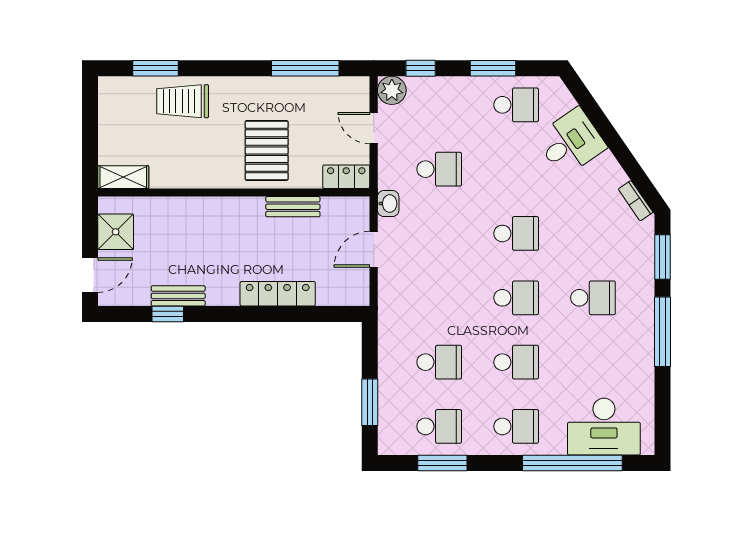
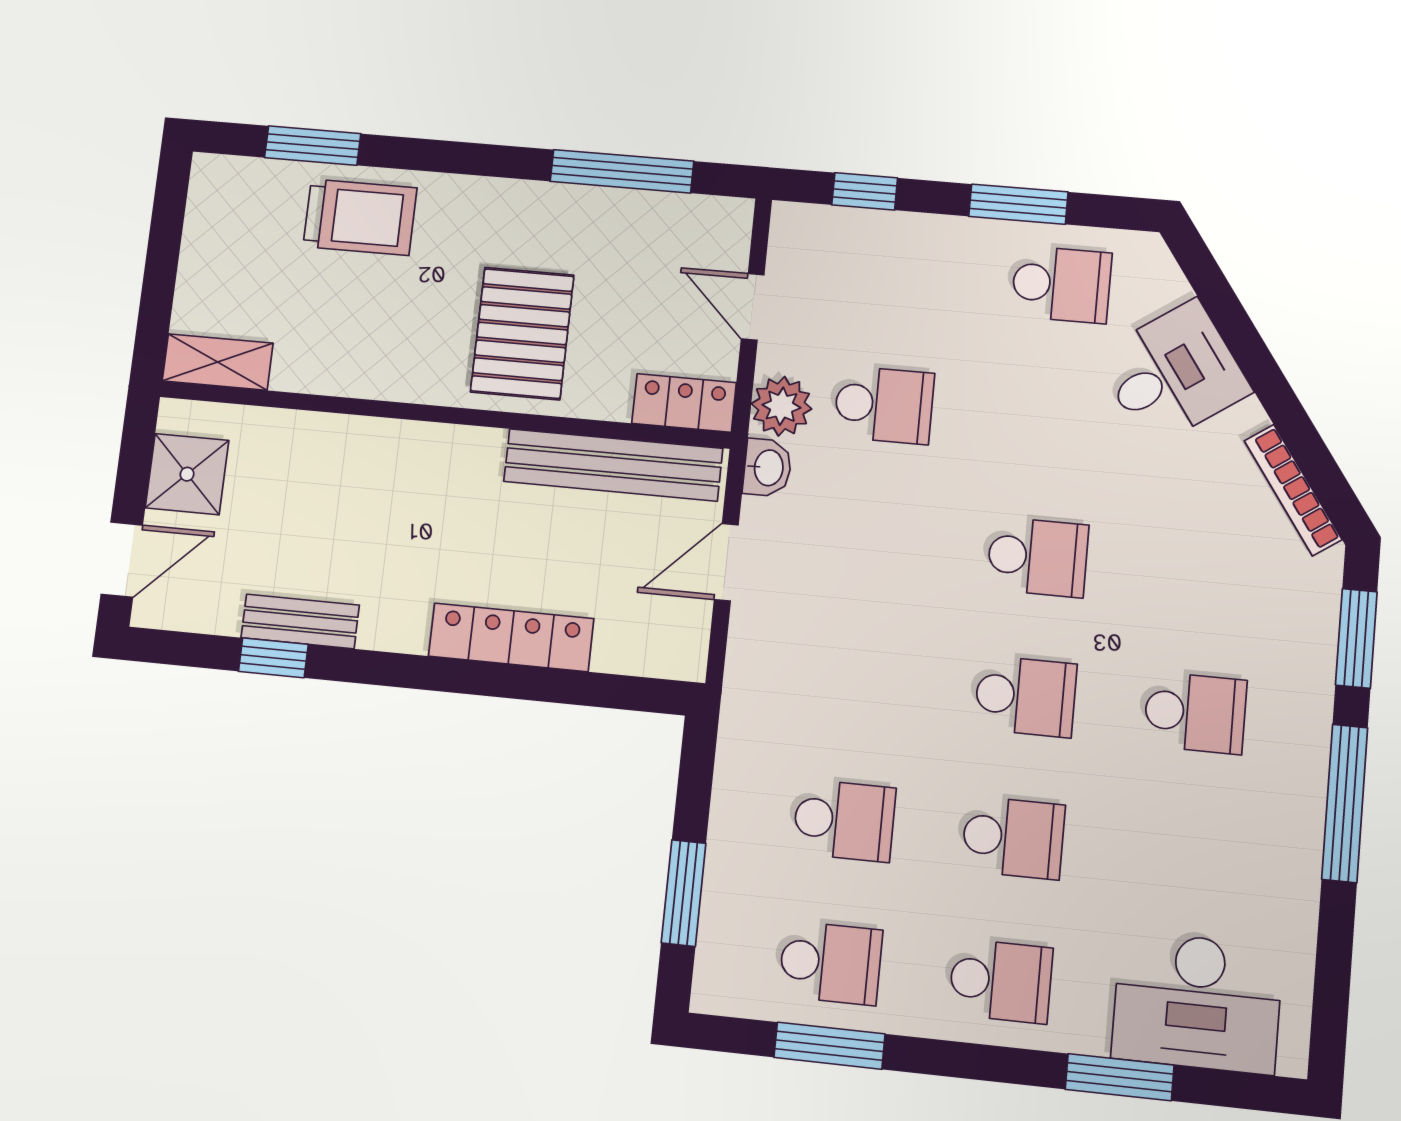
plant: (392, 90) -> (781, 406), moved
trolley: (183, 101) -> (360, 217), turned 180
bookcase: (636, 201) -> (1293, 490), width x1.56
bench: (293, 207) -> (613, 465), width x1.86, depth x1.21
window: (572, 463) -> (1120, 1077), width x0.47

